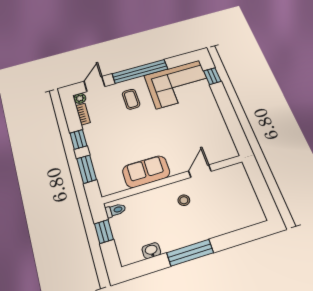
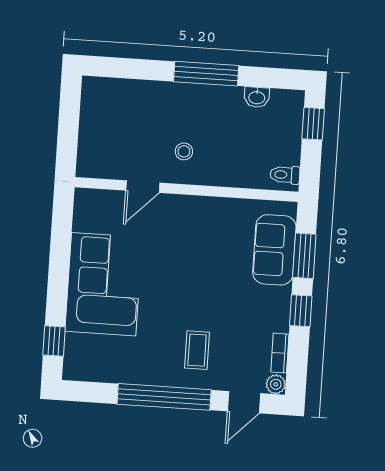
corner sofa: (178, 84) -> (104, 284), moved, turned 90
sofa: (146, 172) -> (274, 250), moved, turned 90
window: (104, 232) -> (313, 124), moved

